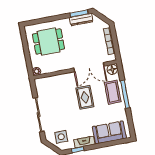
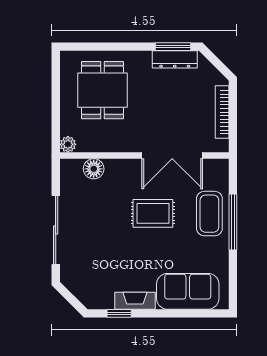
dining table: (48, 41) -> (102, 90), turned 90
floor lamp: (112, 69) -> (94, 169), moved
rug: (85, 97) -> (153, 213), turned 90
side table: (61, 137) -> (92, 282), removed

